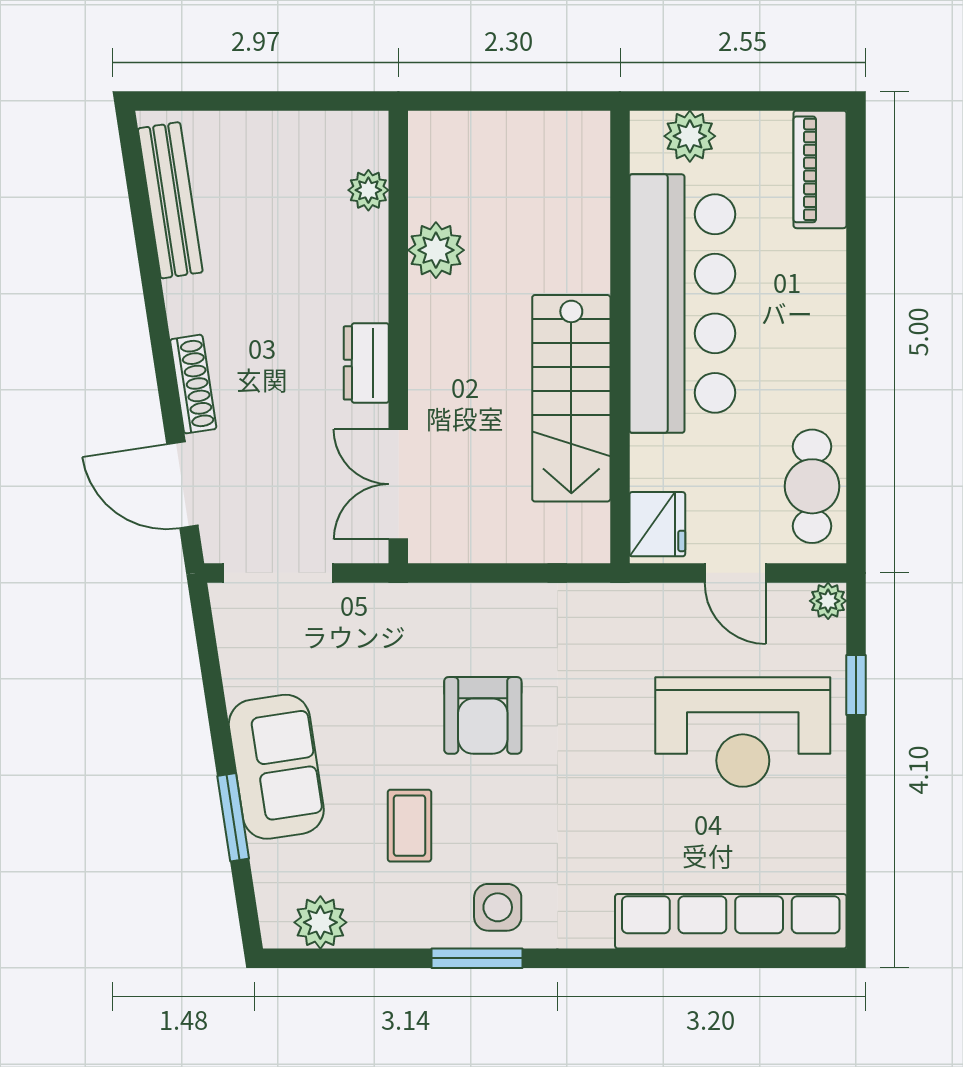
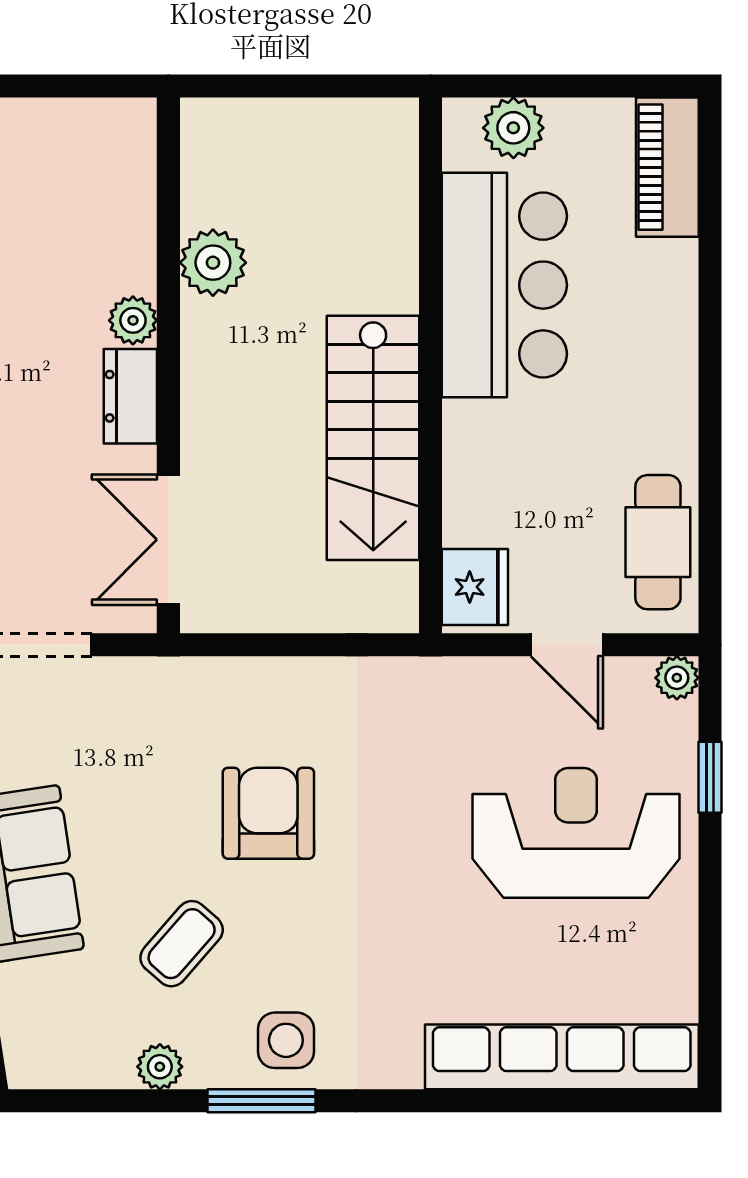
plant: (368, 190) -> (133, 320), moved
bar counter: (682, 304) -> (504, 285), width x0.73
armchair: (483, 715) -> (268, 813), turned 180
reception desk: (743, 732) -> (576, 833), turned 180
coffee table: (409, 826) -> (182, 944), turned 41
plant: (320, 922) -> (160, 1067), moved, width x0.73, depth x0.73

